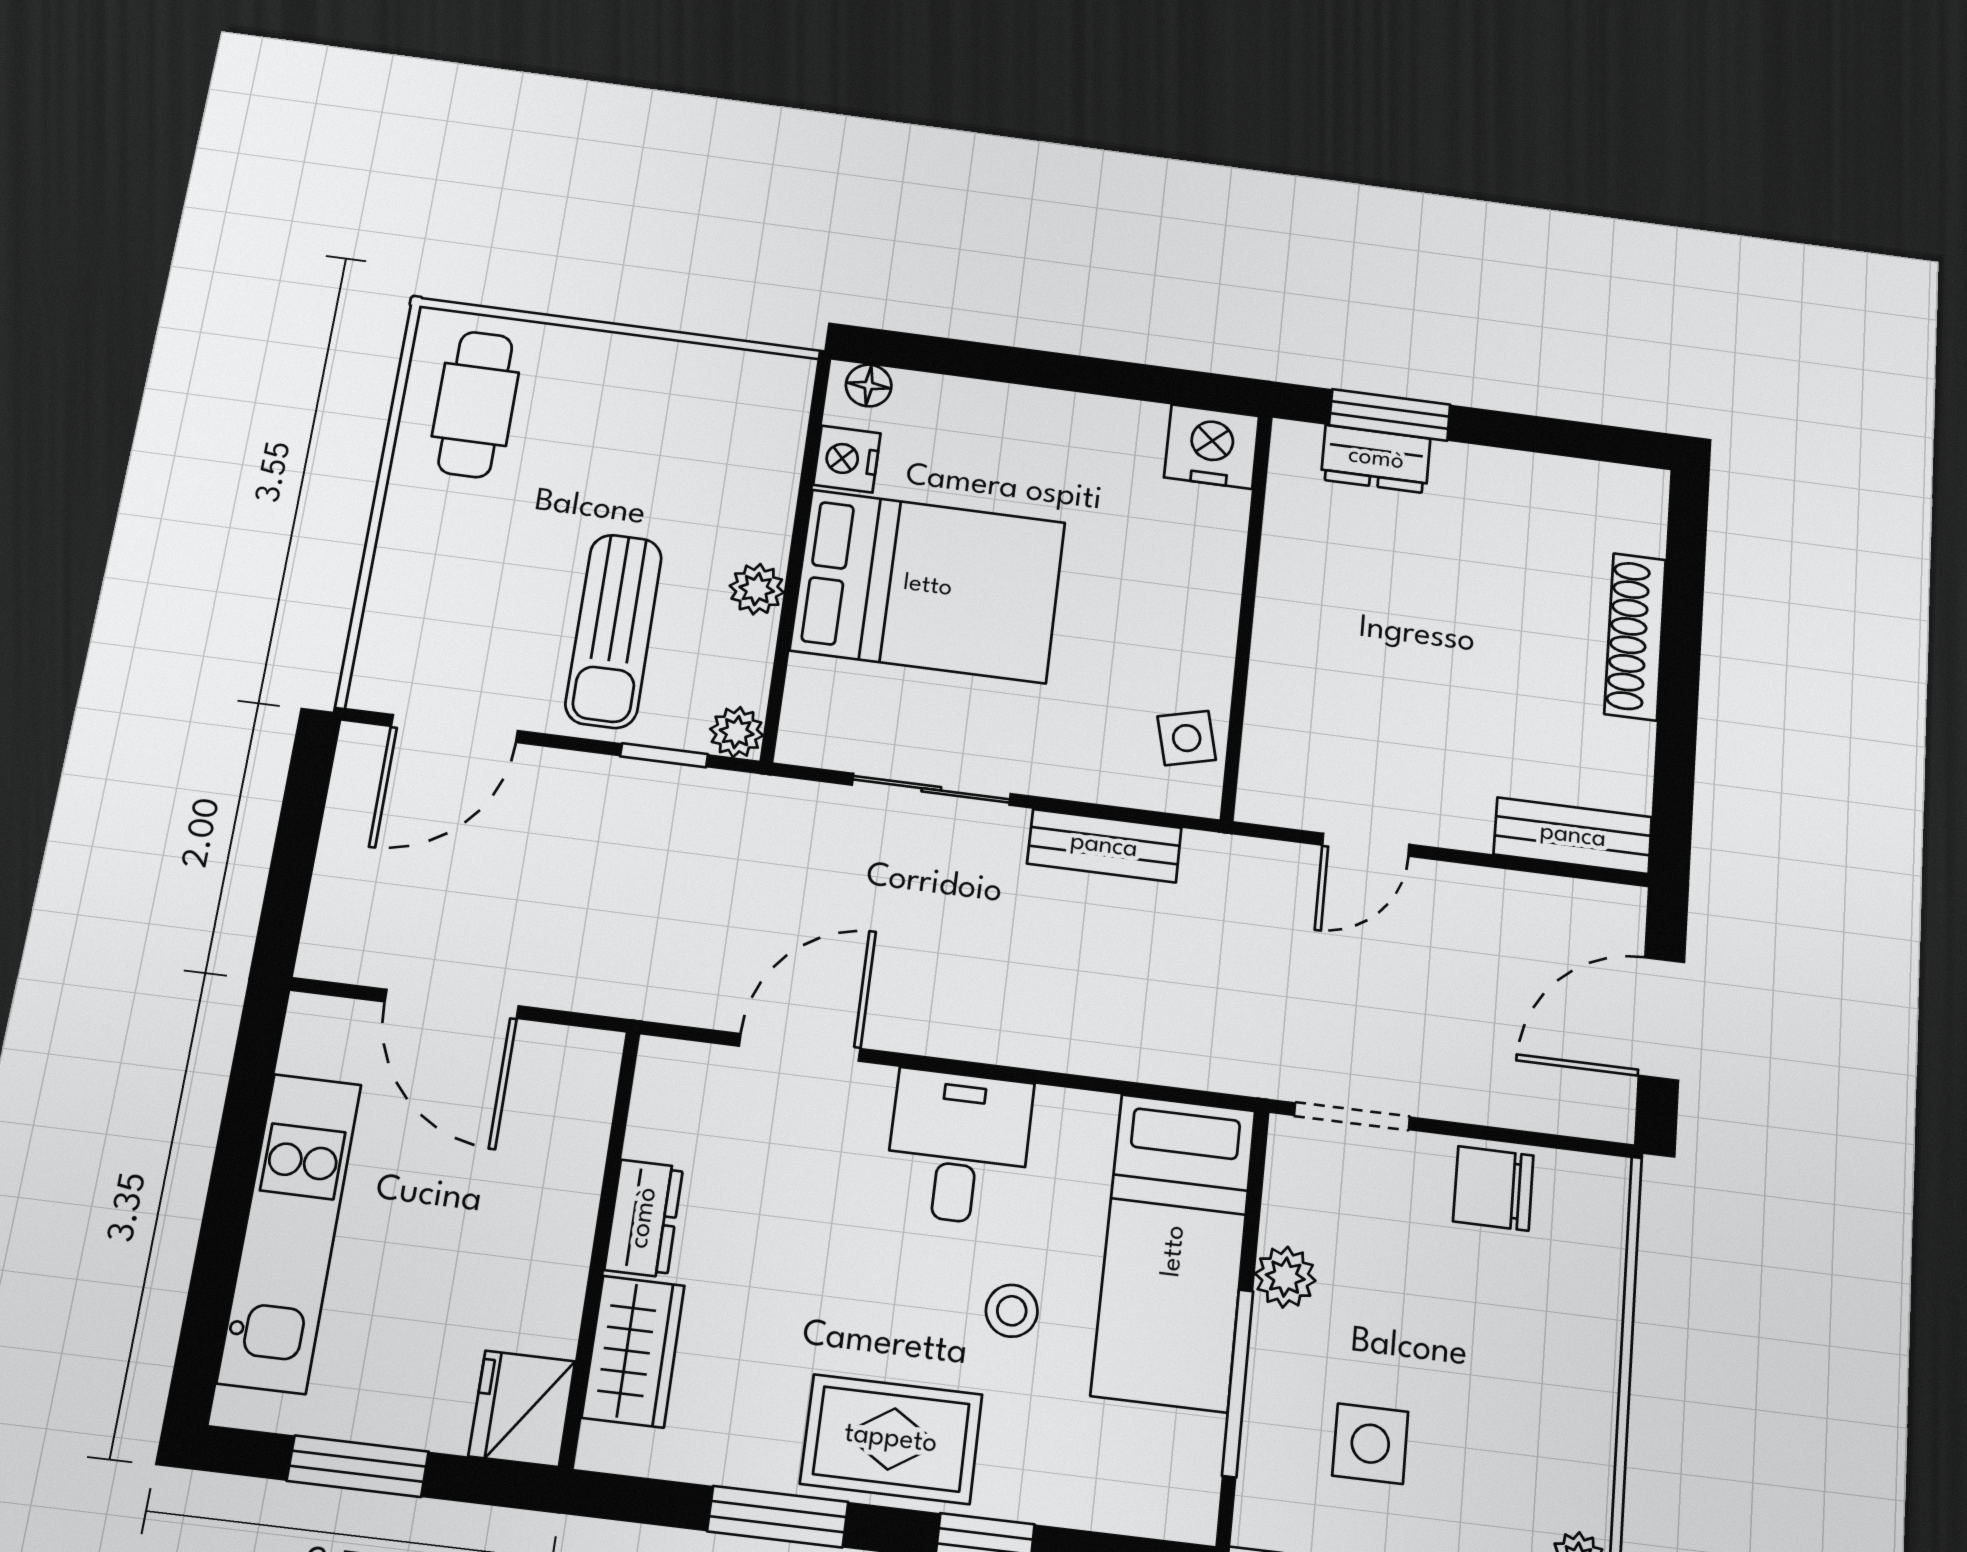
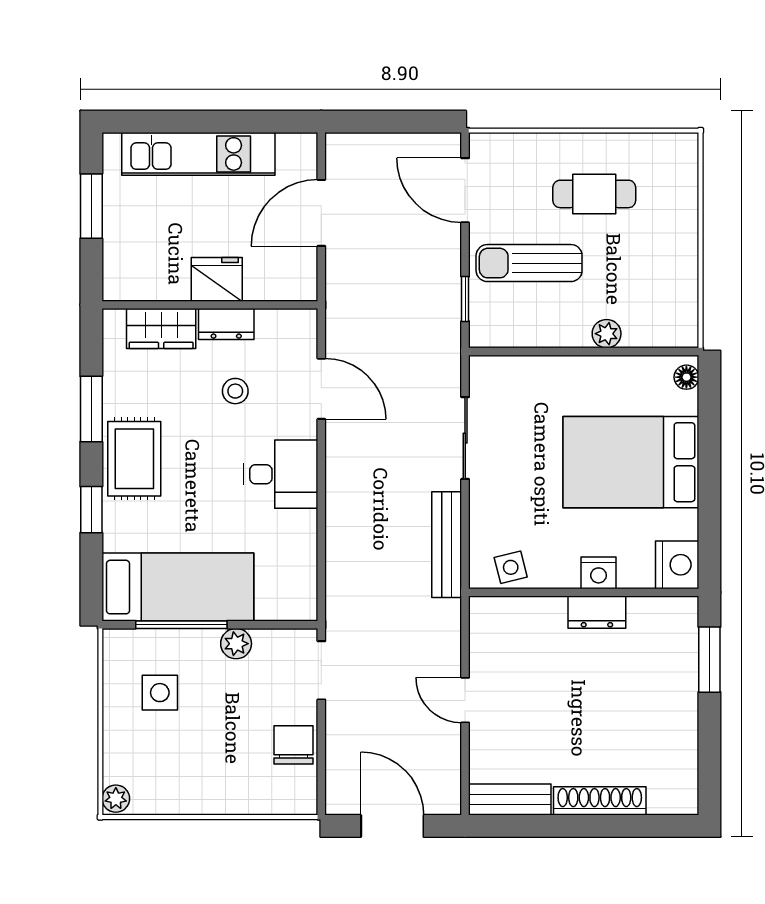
cafe table: (475, 404) -> (594, 194), moved
nightstand: (847, 459) -> (599, 573), moved, turned 180
dresser: (1376, 459) -> (597, 612), moved, turned -90
bed: (928, 586) -> (631, 462), moved, turned 90
plant: (757, 589) -> (607, 334), moved
plant: (737, 732) -> (482, 334), removed
bench: (1573, 836) -> (510, 799), moved, turned 90
door: (1366, 845) -> (465, 700), moved
bench: (1104, 846) -> (447, 545), width x1.36
bed: (1174, 1251) -> (178, 587), moved, turned 180
stool: (1012, 1311) -> (235, 391), moved
fridge: (522, 1409) -> (217, 279), moved

